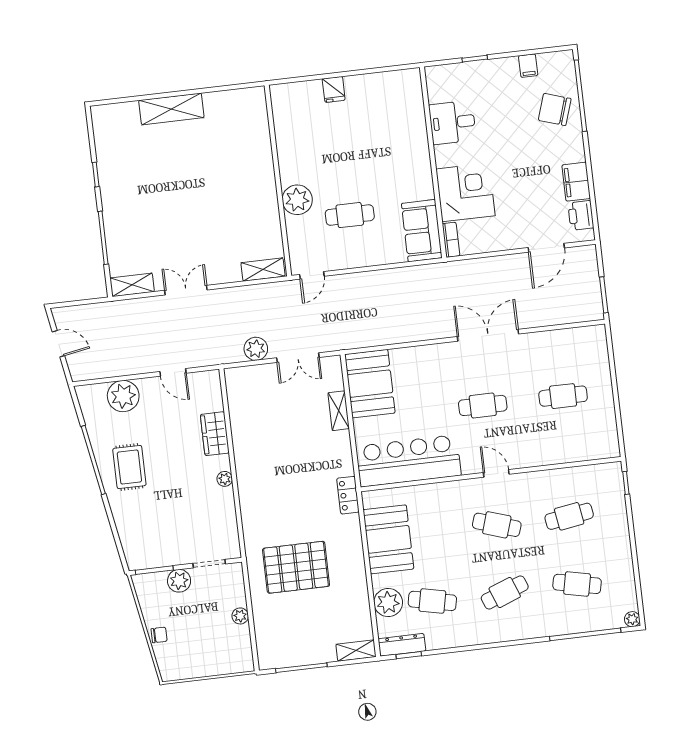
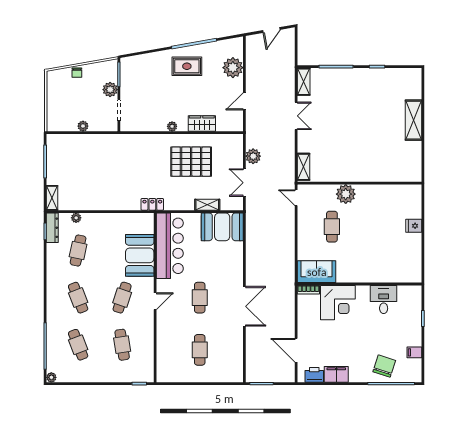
booth: (388, 539) -> (140, 255), moved, turned 90
pallet: (296, 567) -> (191, 162), moved, turned 90
cafe table: (577, 584) -> (78, 345), turned -33
plant: (388, 602) -> (76, 218), width x0.53, depth x0.53

